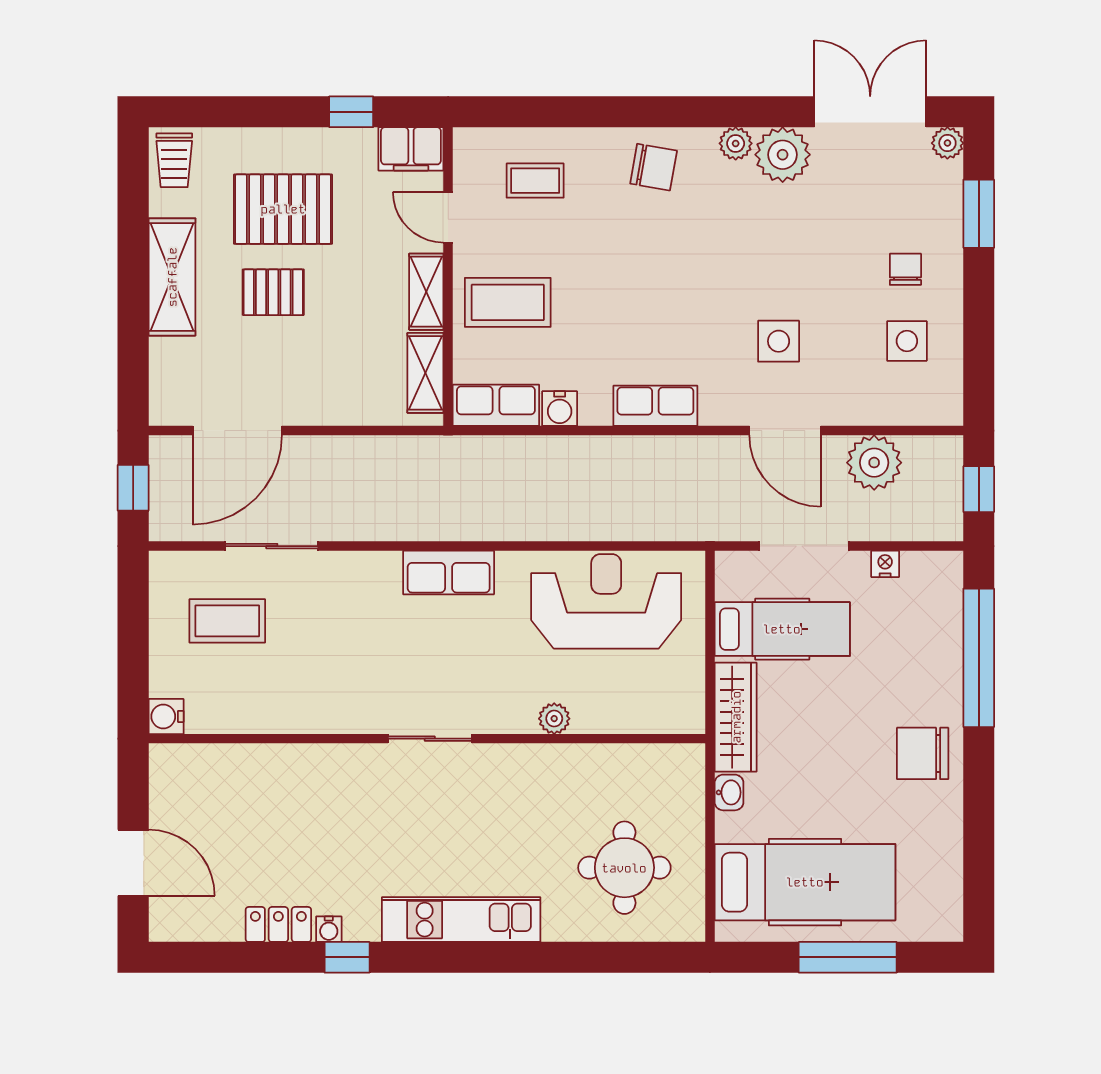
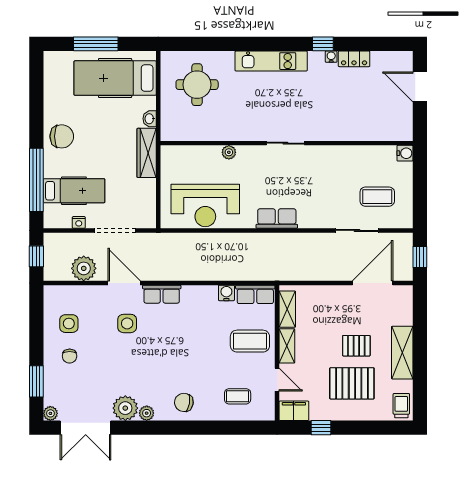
row of seats: (655, 406) -> (162, 294), moved
hospital bed: (782, 629) -> (74, 191), moved, turned 180

